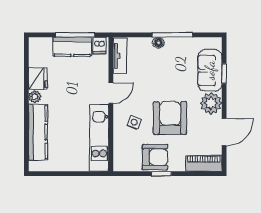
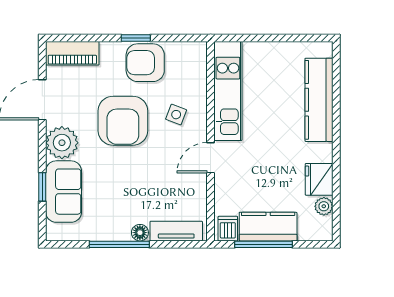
tv unit: (120, 56) -> (176, 231), moved, turned 90
plant: (35, 97) -> (324, 206), moved

